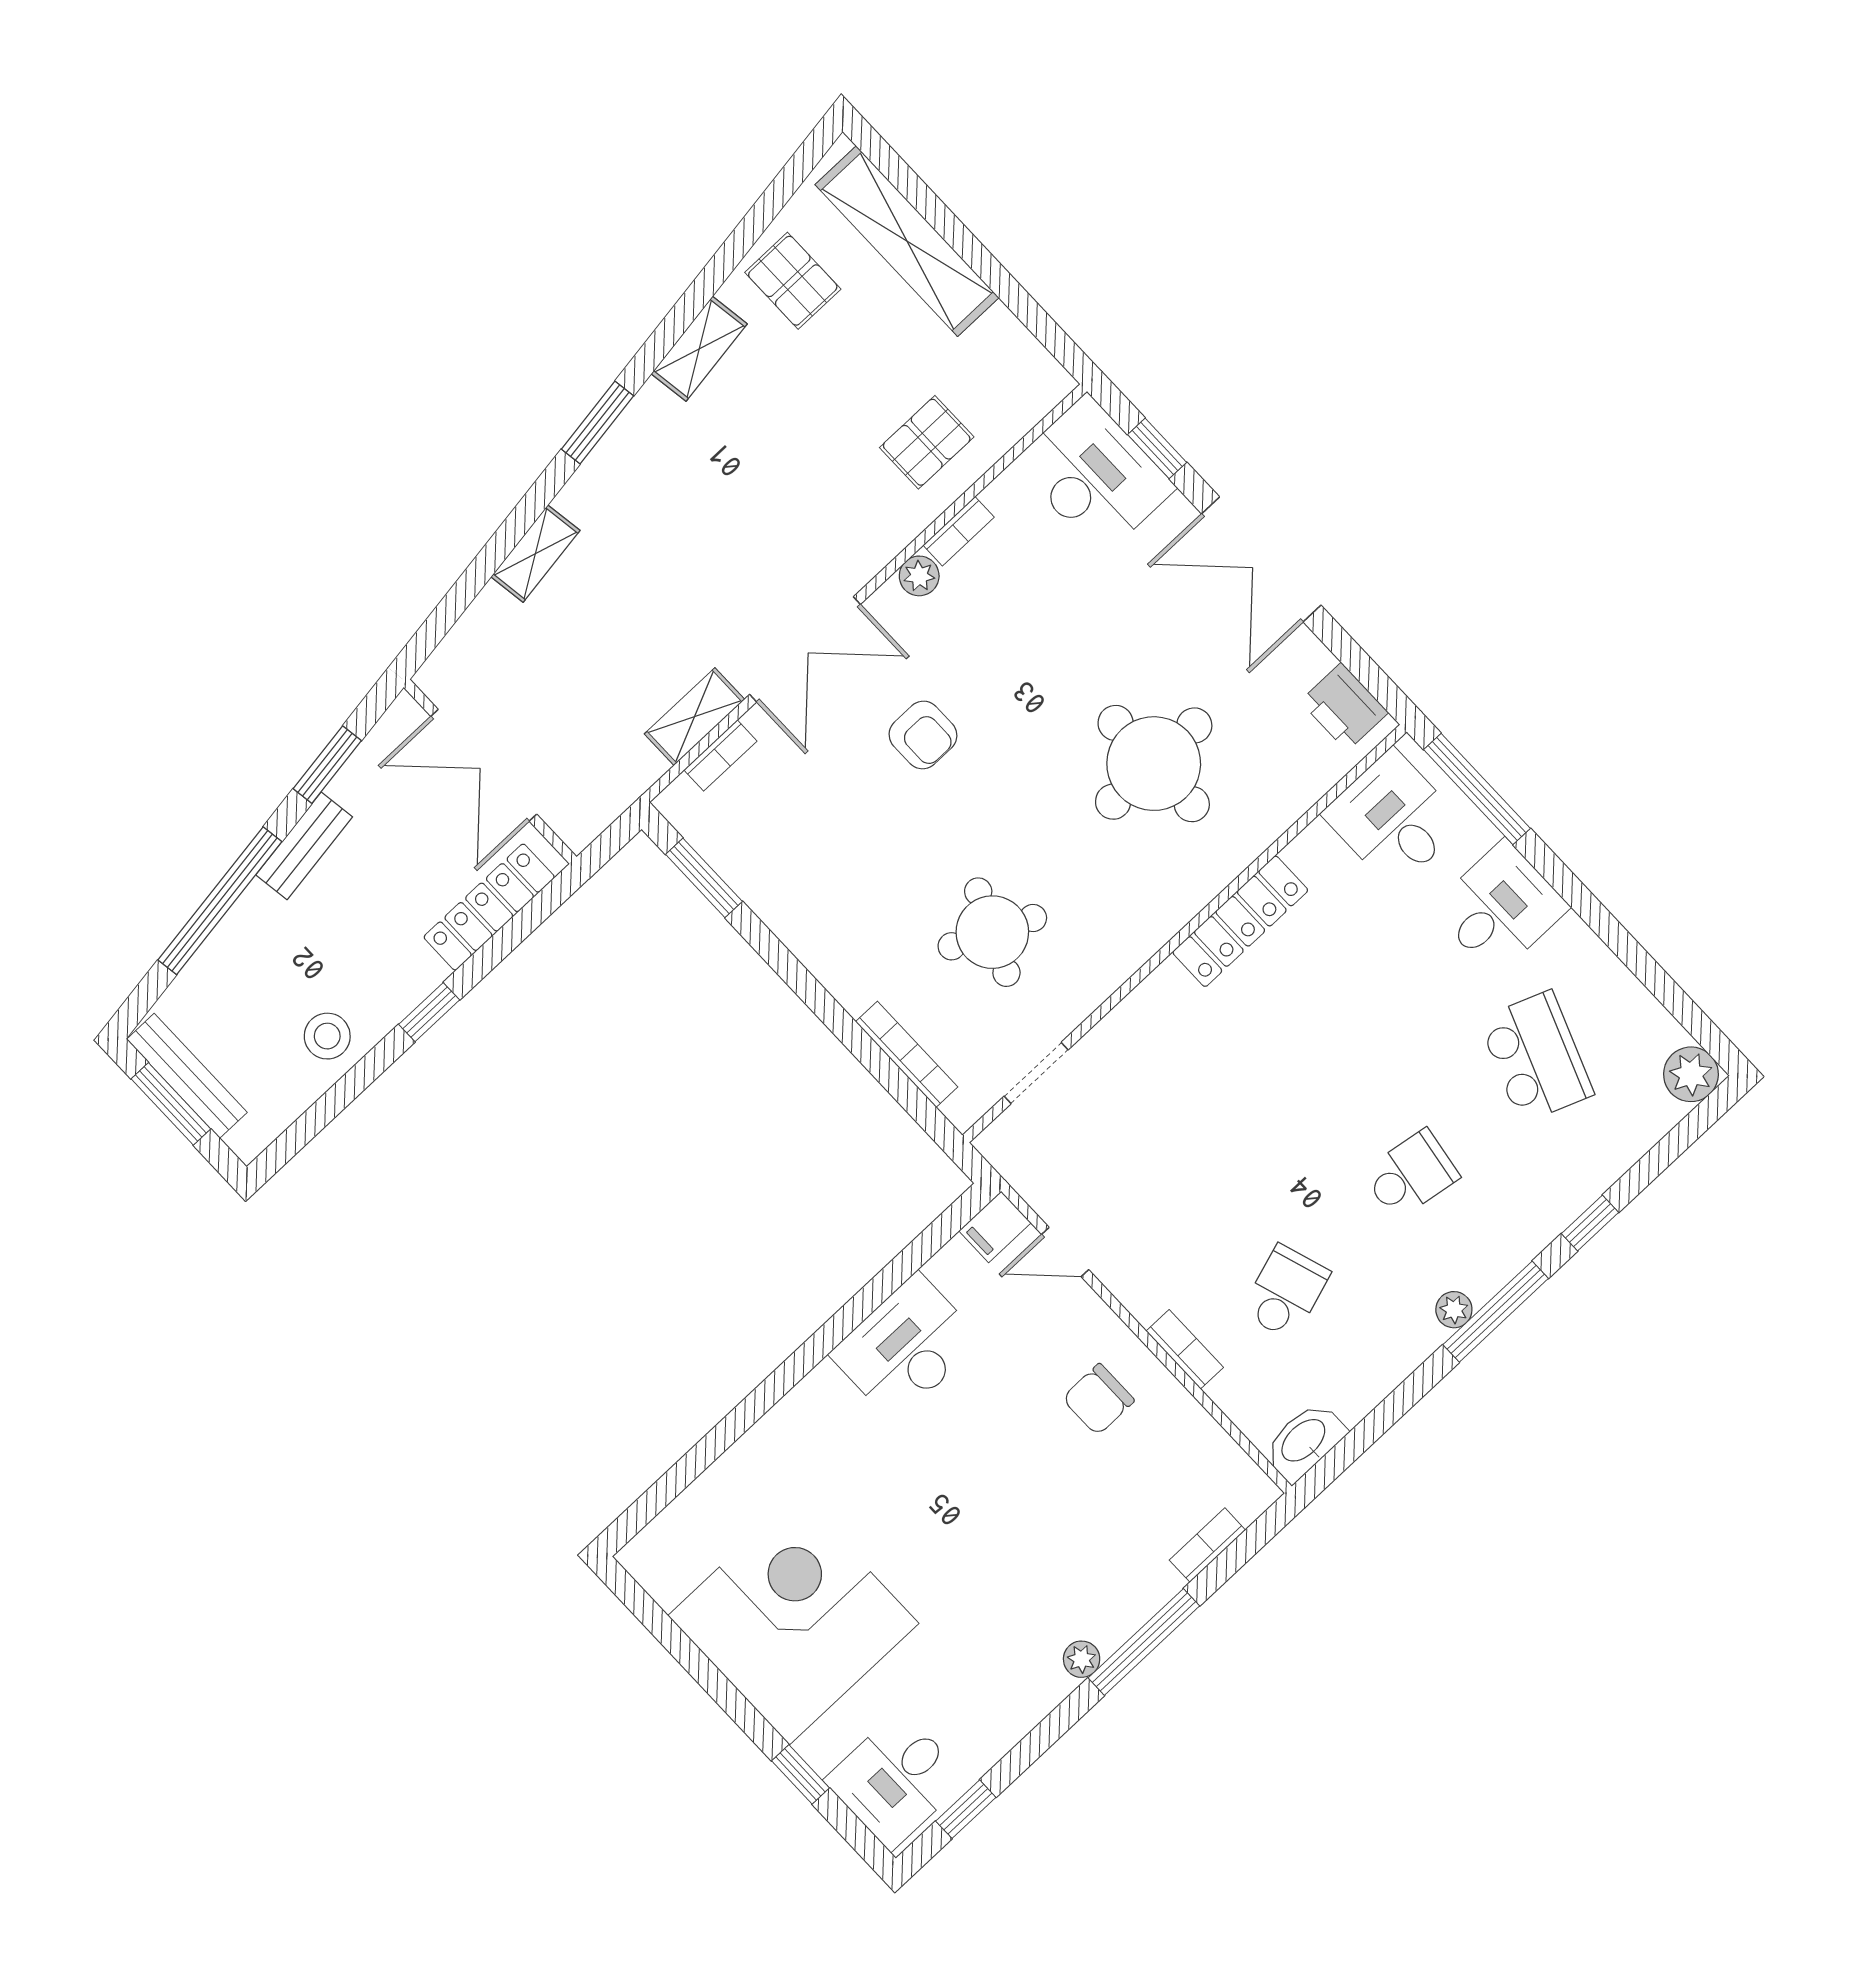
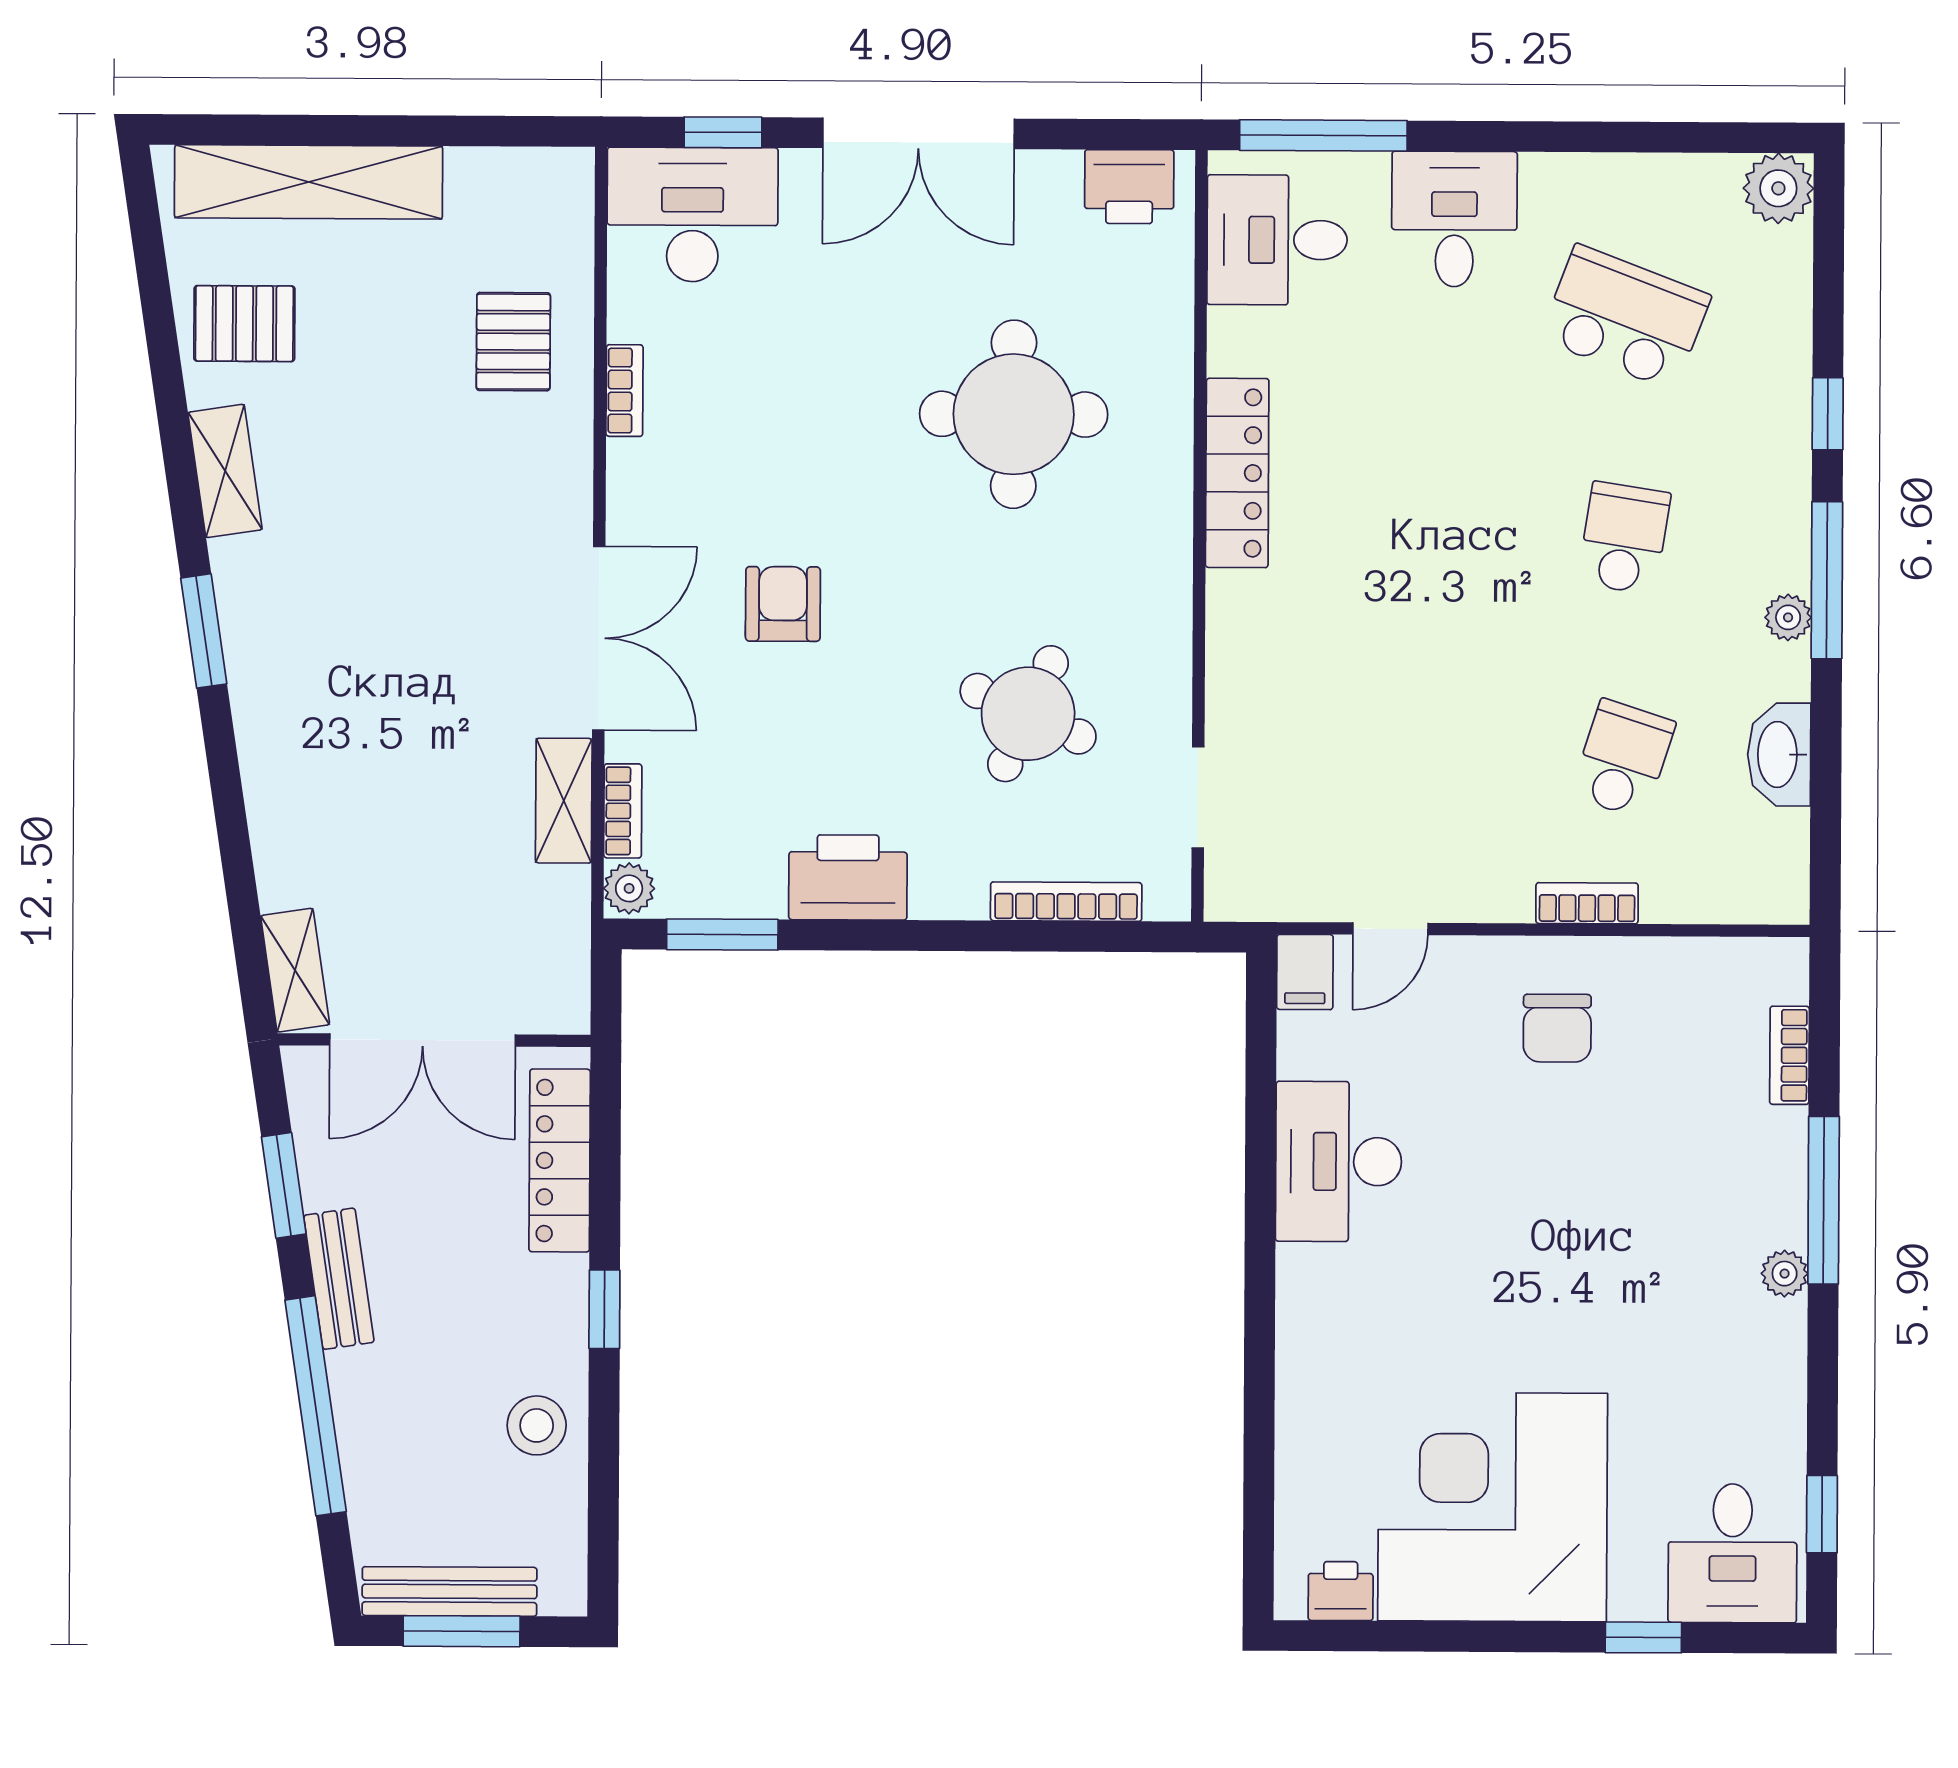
shelving: (535, 554) -> (295, 970), moved
plant: (919, 576) -> (629, 888), moved
armchair: (923, 735) -> (783, 604), turned -90
printer: (803, 918) -> (848, 877), added
school desk: (1285, 1292) -> (1623, 759), turned 36
washbasin: (1304, 1441) -> (1779, 755), moved
printer: (664, 1579) -> (1341, 1591), added

